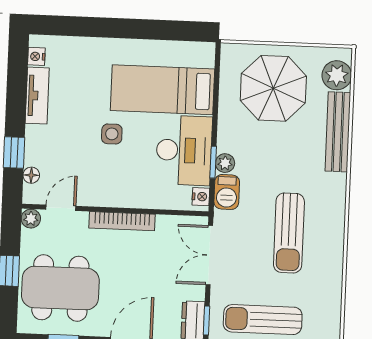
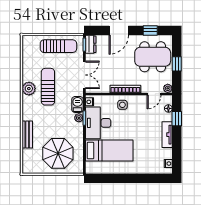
plant: (337, 75) -> (29, 89), moved
tv unit: (37, 96) -> (167, 135), moved
bench: (338, 132) -> (27, 134), width x0.73
side table: (112, 134) -> (122, 105), moved

